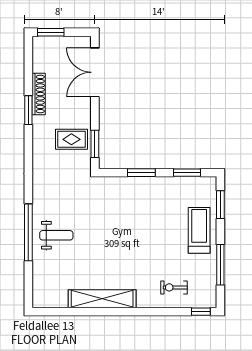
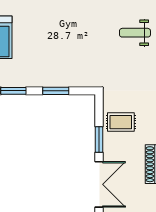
window: (95, 144) -> (99, 140), moved

